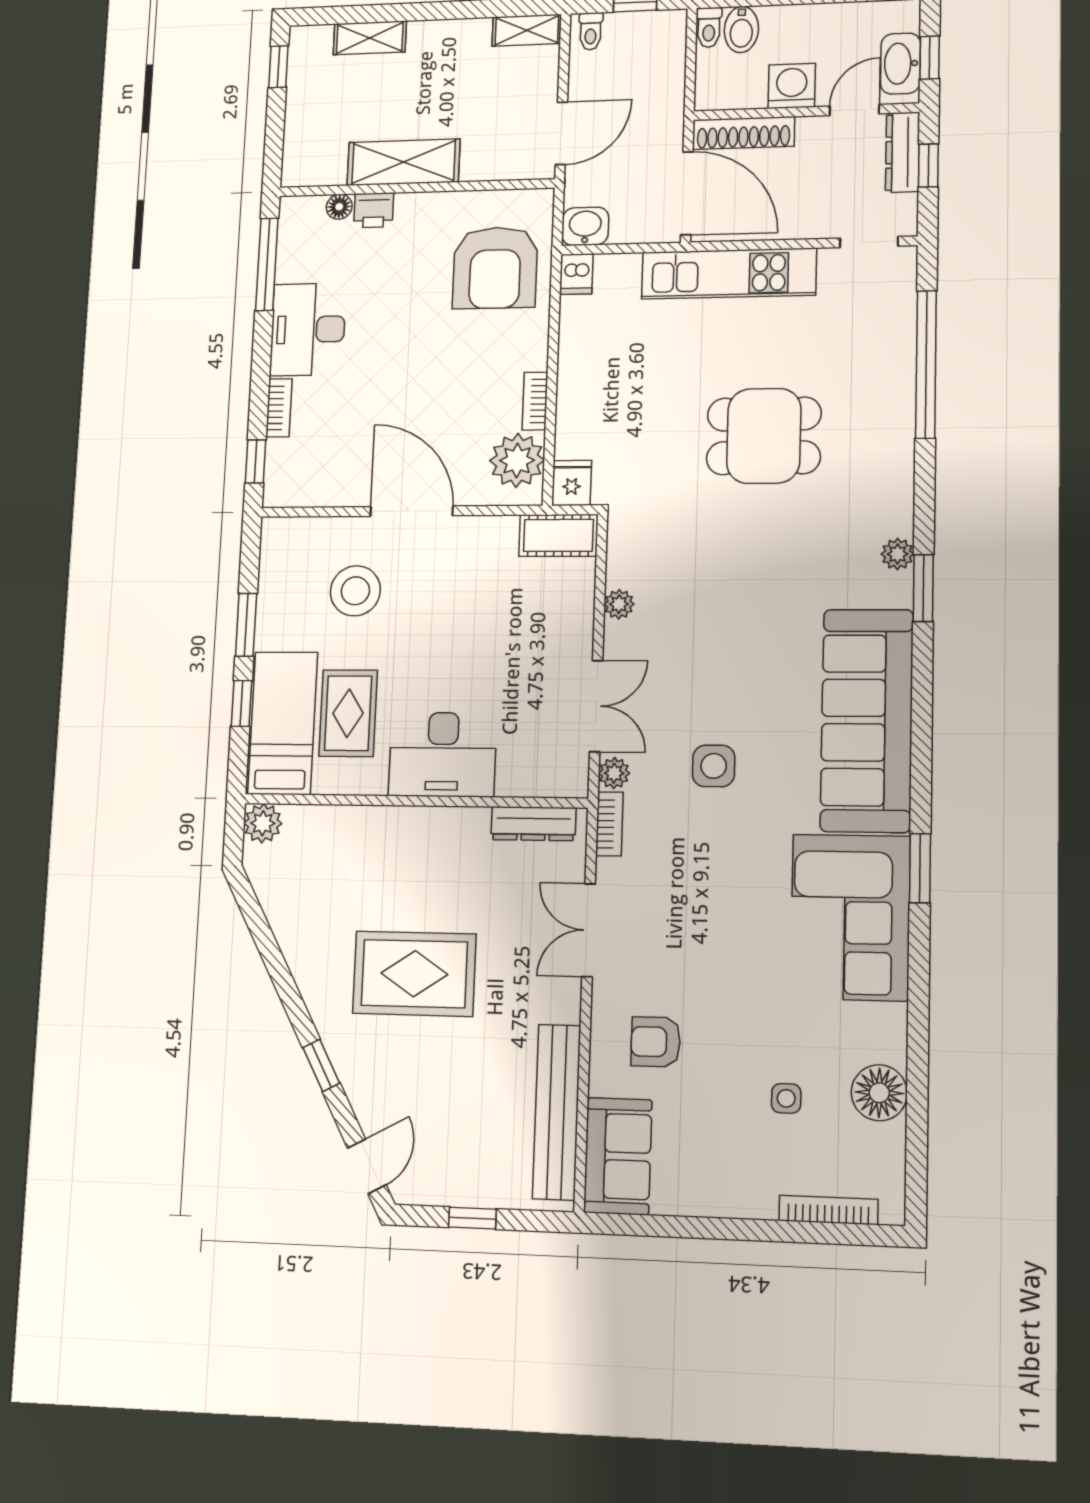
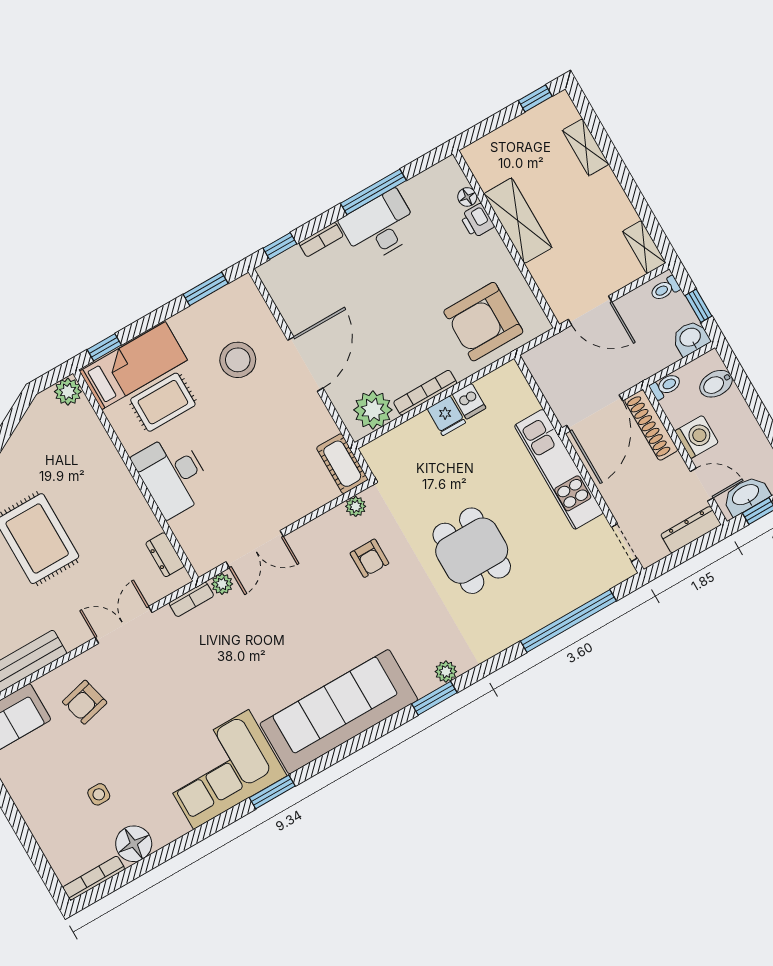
toilet: (709, 28) -> (666, 386), moved, turned 180
window: (928, 165) -> (691, 550), removed
washbasin: (585, 226) -> (691, 338), moved, turned -90
window: (267, 264) -> (373, 192), moved
dishwasher: (576, 274) -> (469, 401), moved, turned -90
bookcase: (535, 401) -> (425, 393), width x1.56
fridge: (572, 483) -> (446, 416), moved, turned 90
armchair: (695, 569) -> (369, 558), added
plant: (619, 604) -> (356, 506), moved
window: (246, 625) -> (206, 289), moved
window: (241, 703) -> (104, 347), moved
side table: (714, 766) -> (261, 640), removed
dresser: (533, 824) -> (165, 555), width x0.70
armchair: (656, 1042) -> (85, 702), turned -104
bookcase: (828, 1210) -> (94, 878), moved, turned -90

